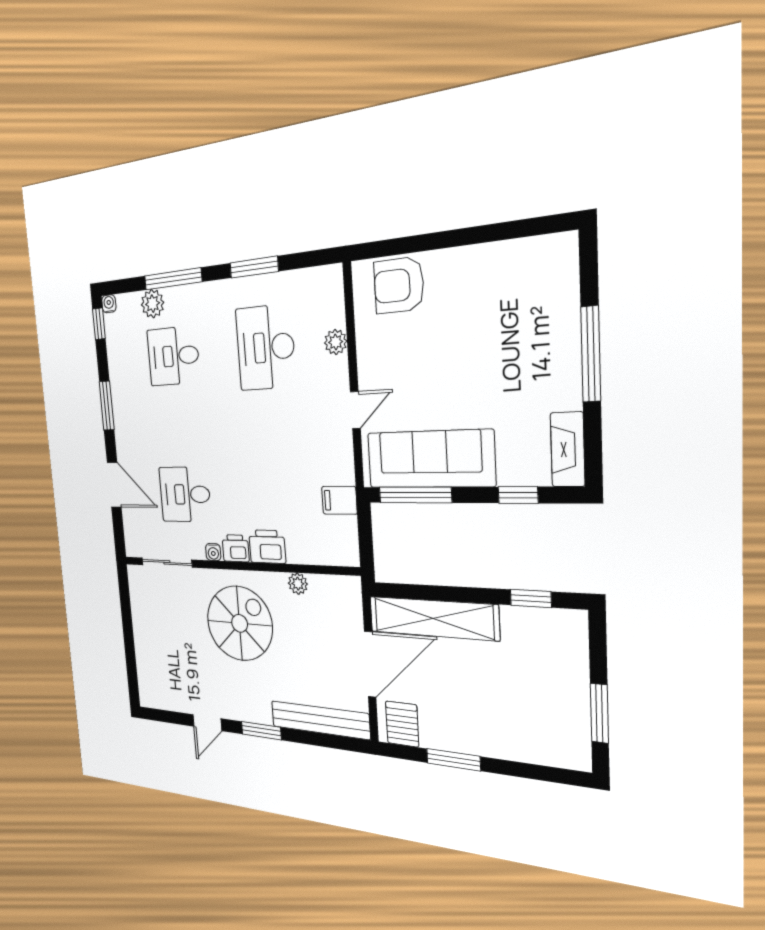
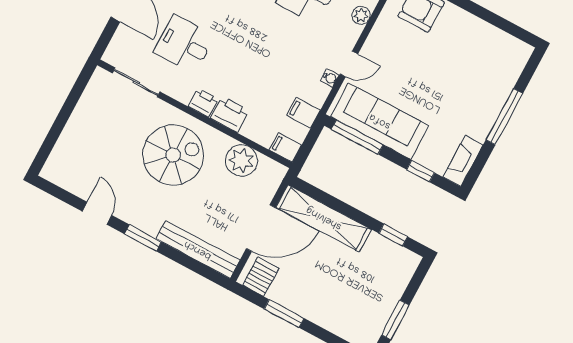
water cooler: (213, 552) -> (330, 78), moved, turned -90
filing cabinet: (343, 553) -> (285, 148), added
plant: (298, 584) -> (241, 161), width x1.87, depth x1.87
door: (207, 723) -> (97, 213), swing flipped

